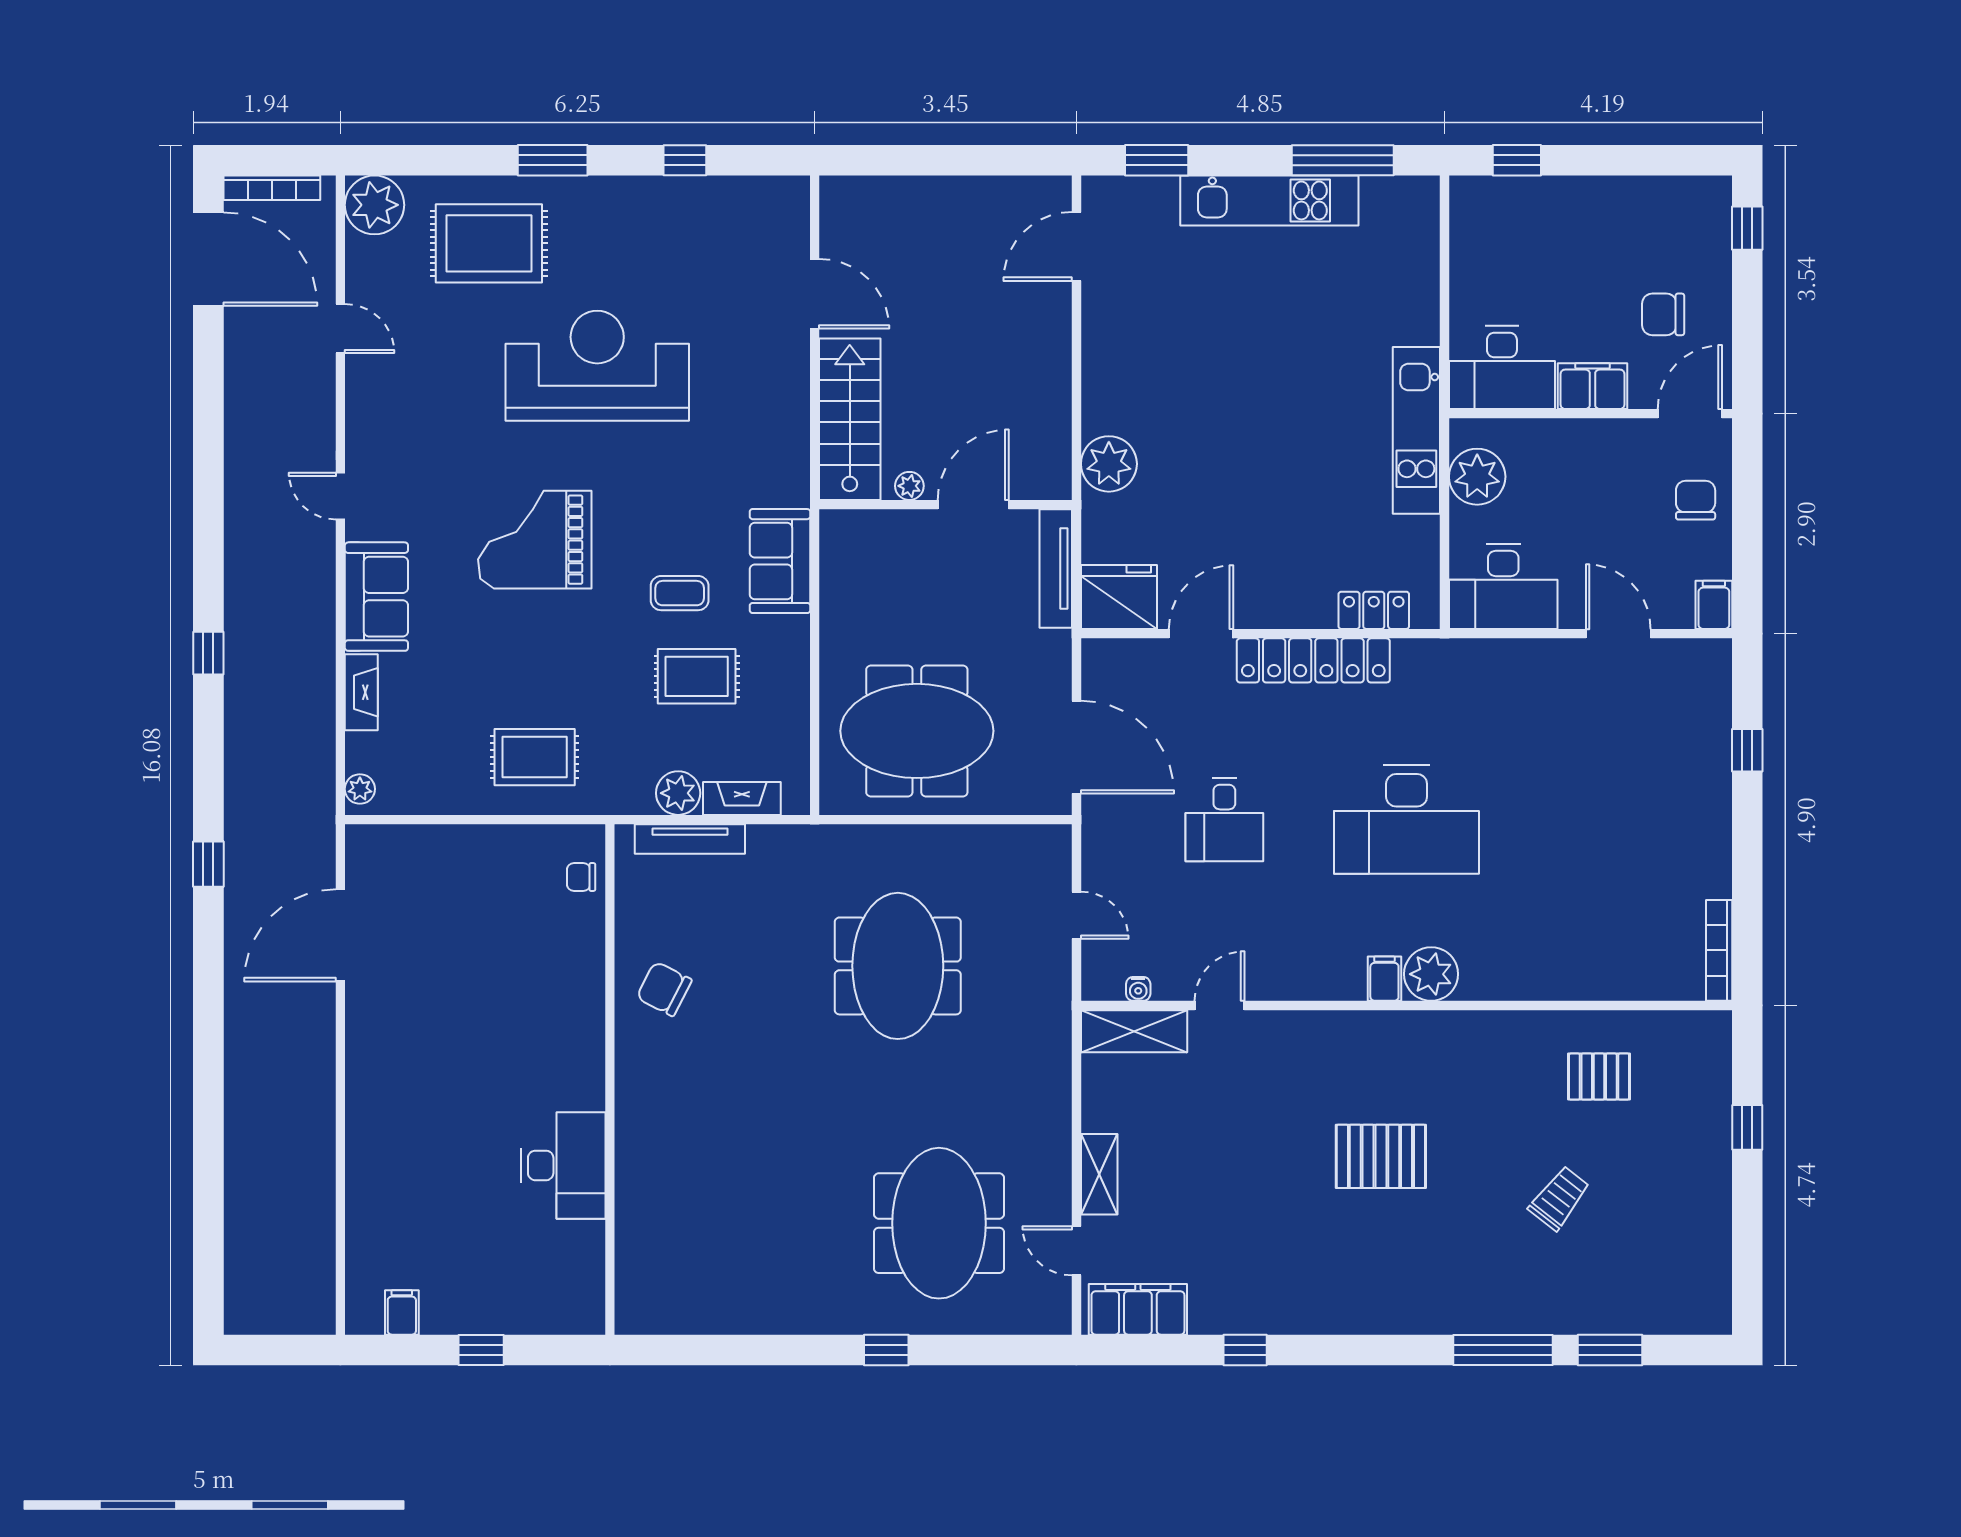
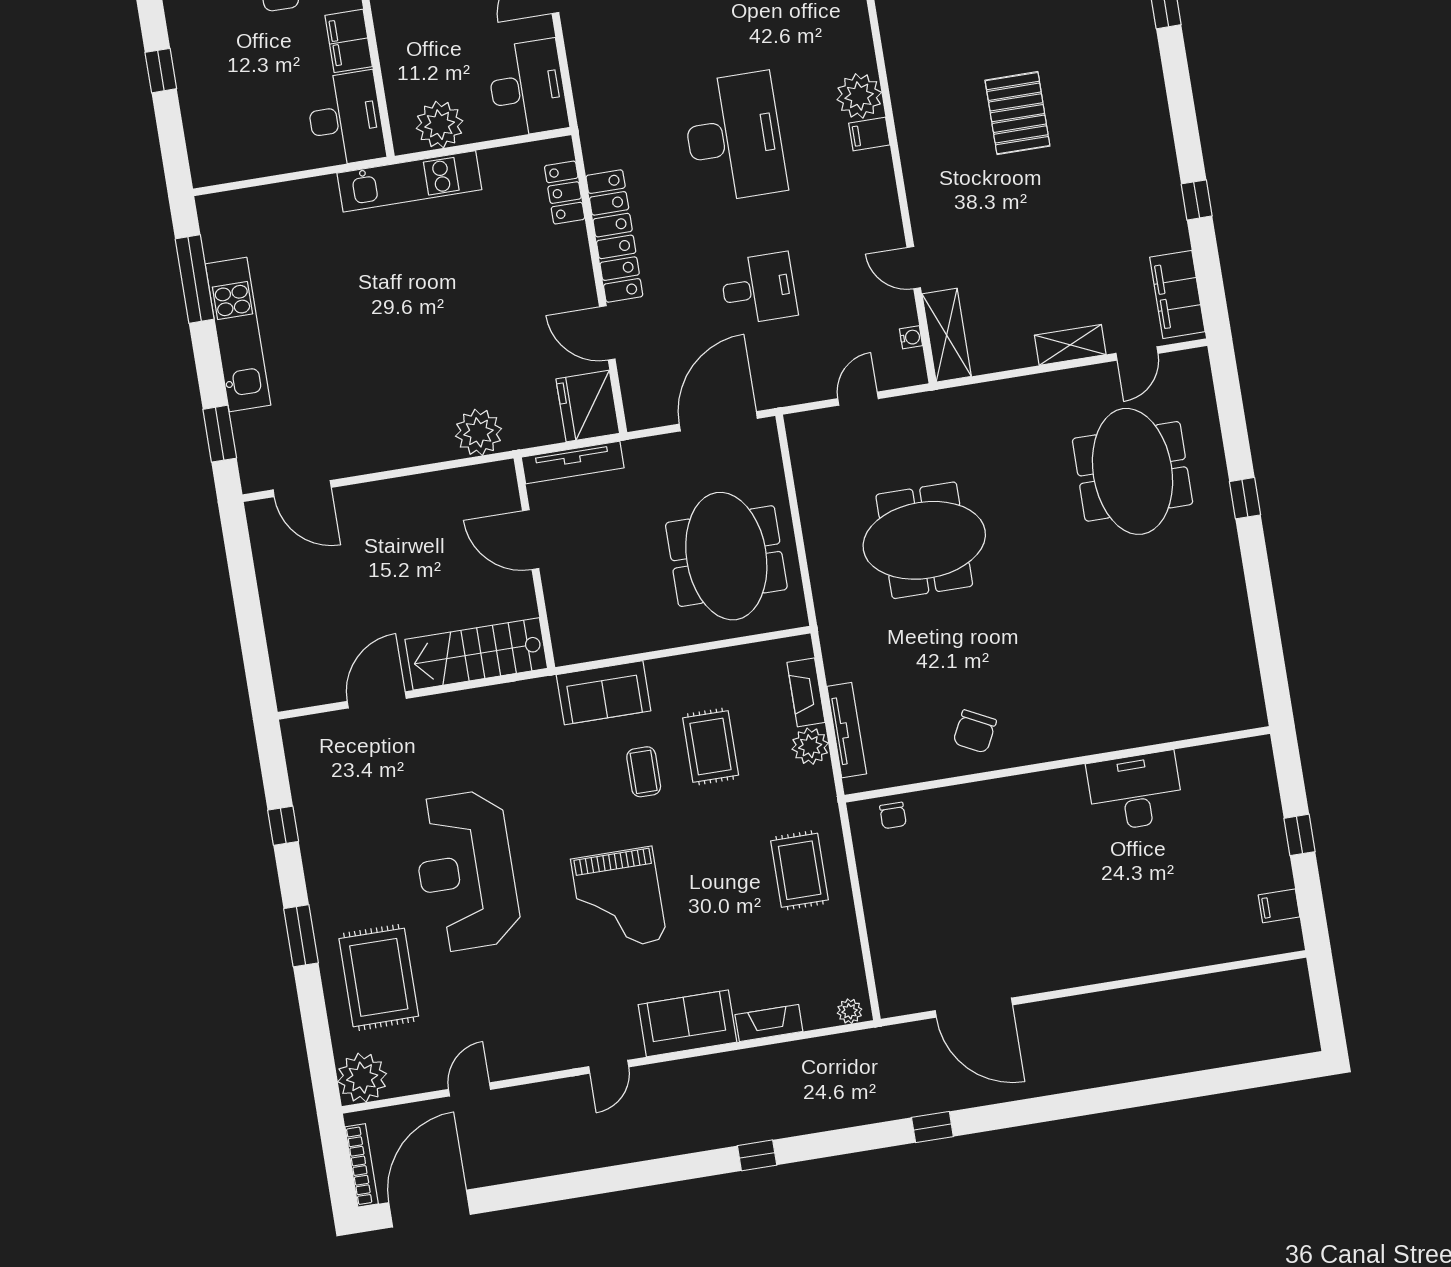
window: (1517, 160) -> (161, 71), moved
plant: (909, 486) -> (524, 595), removed
meeting table: (939, 1223) -> (1133, 471), turned 90

